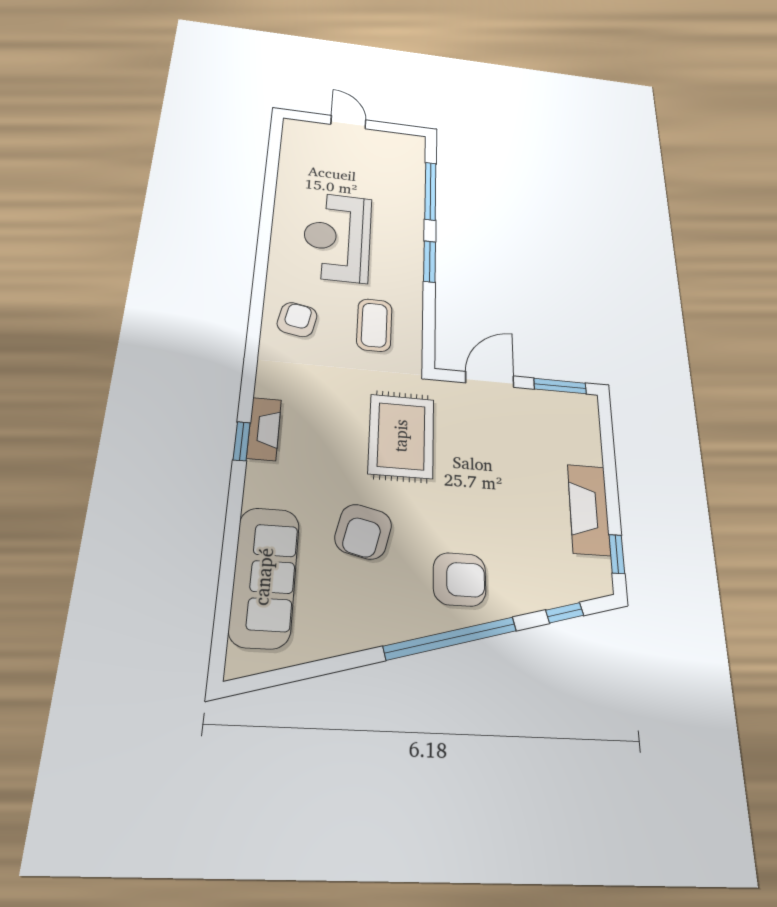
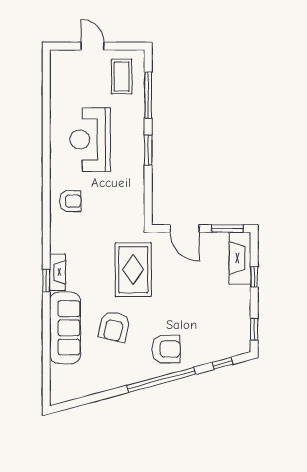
armchair: (297, 320) -> (70, 201), turned 79
coffee table: (374, 325) -> (122, 77), moved
door: (490, 379) -> (185, 229), swing flipped
window: (609, 465) -> (254, 277), added
fireplace: (589, 510) -> (240, 258), moved
sofa: (264, 577) -> (65, 328), moved

